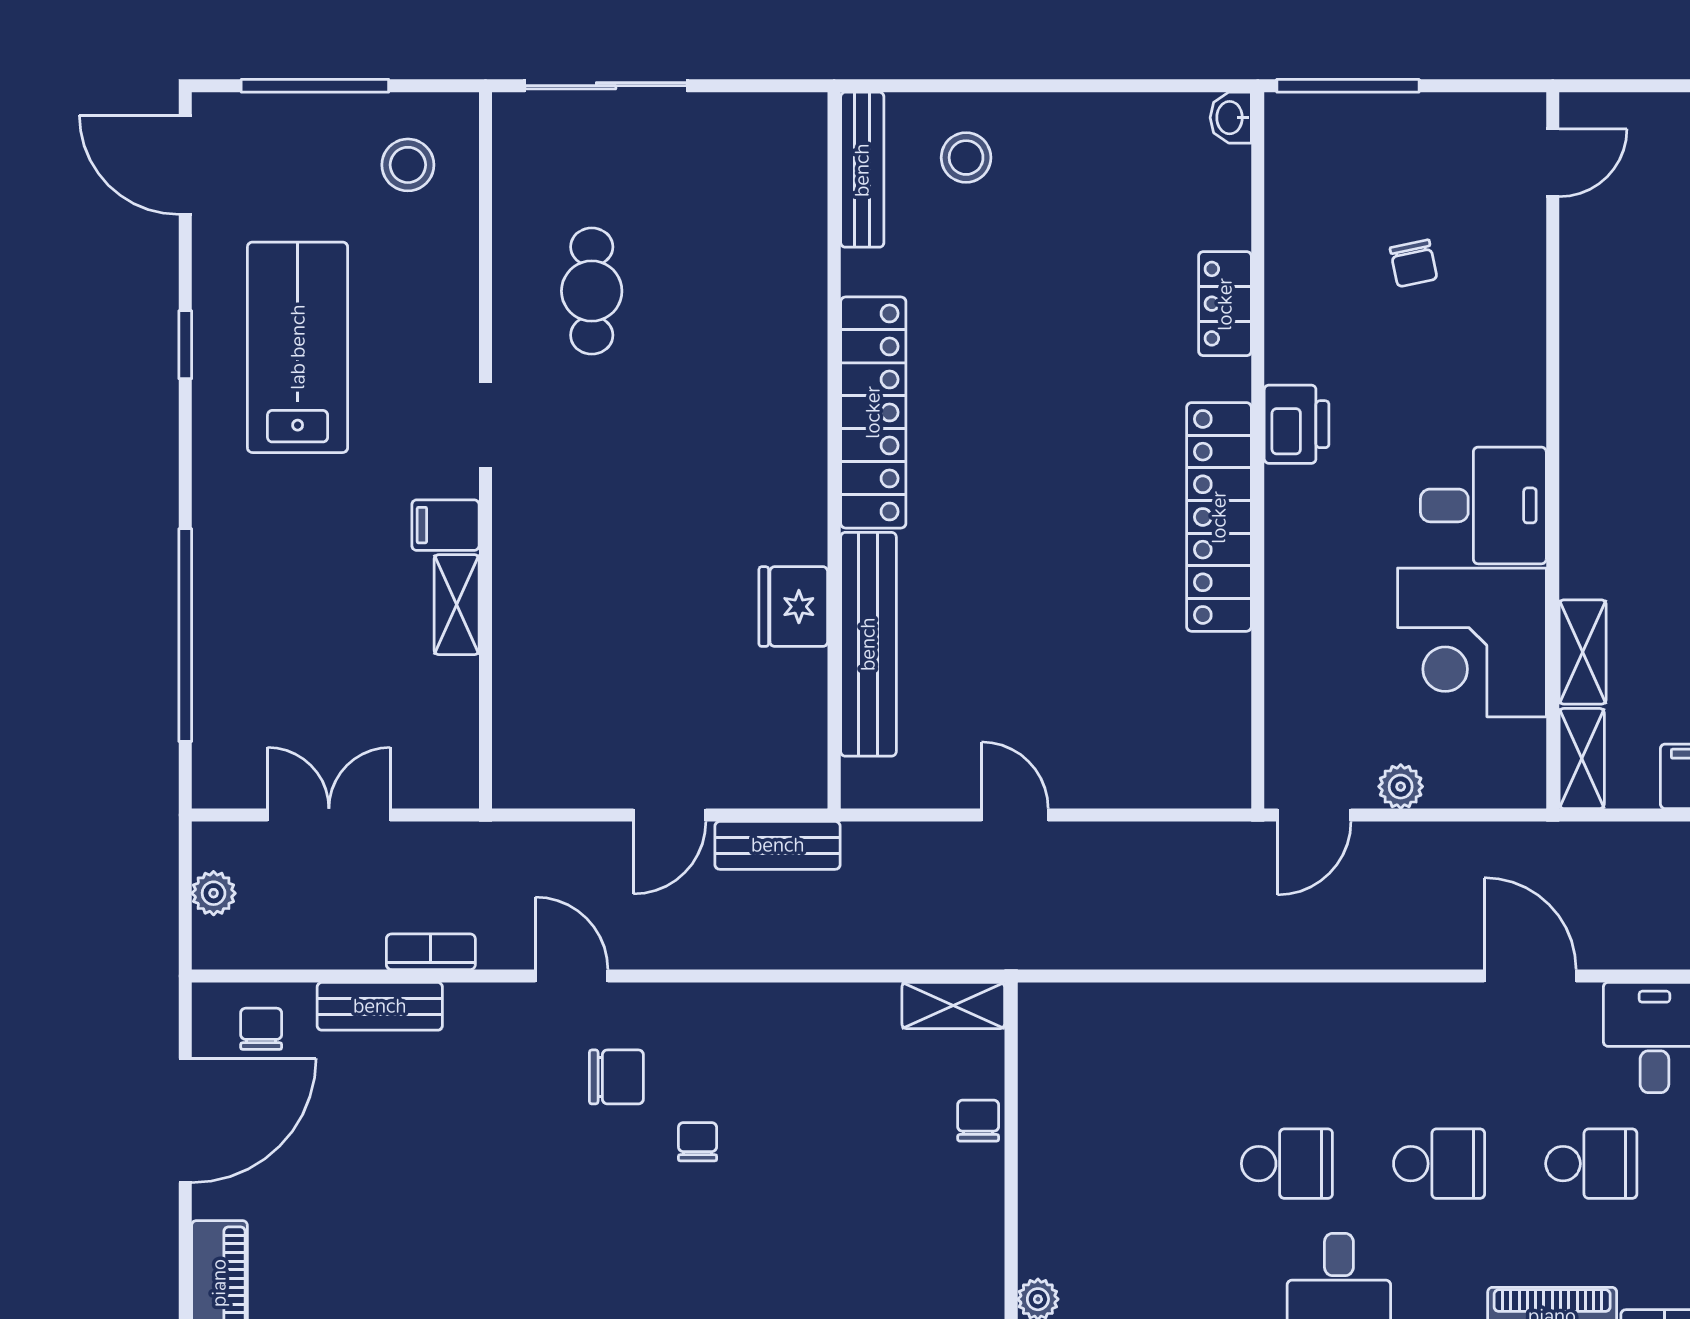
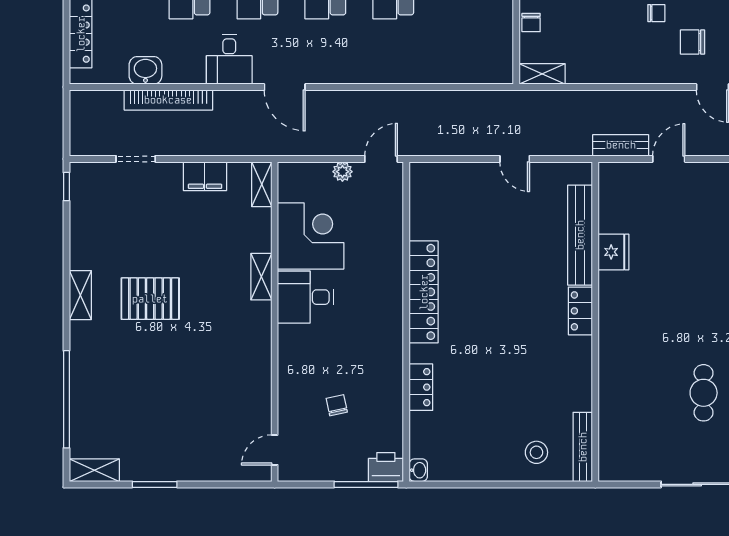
locker: (873, 412) -> (580, 311), width x0.46, depth x0.83
printer: (1297, 424) -> (386, 467), moved, turned 90
shelving: (1583, 652) -> (261, 277), moved
chair: (698, 1142) -> (656, 13), turned -90

